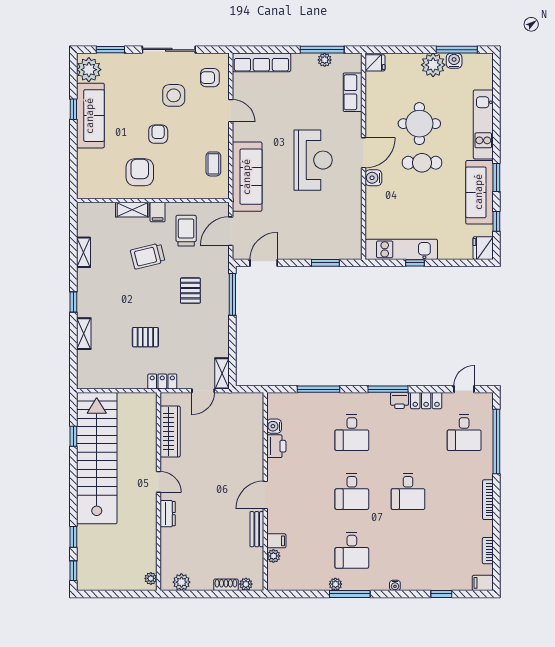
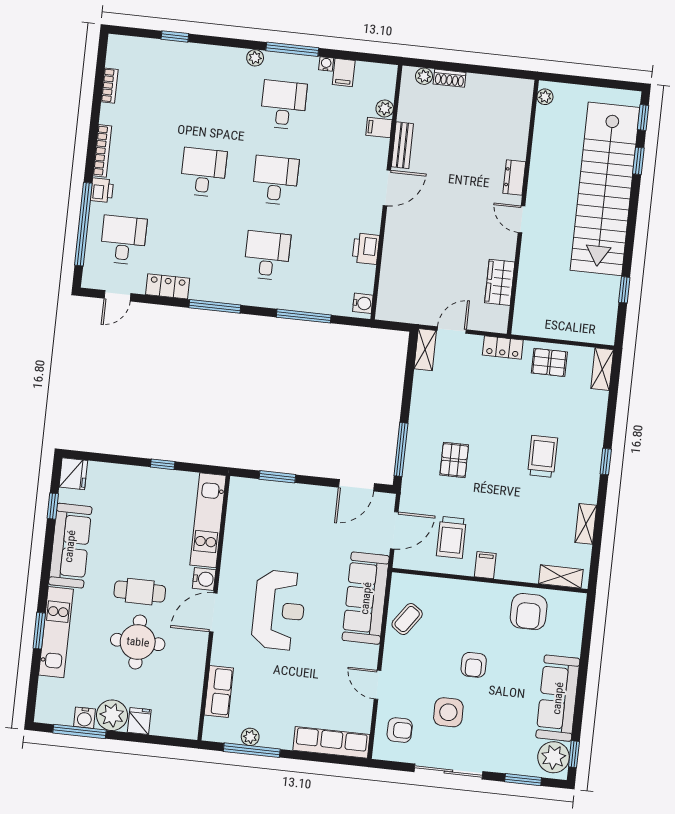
fridge: (375, 63) -> (139, 721), moved, turned 90
window: (73, 109) -> (574, 754), moved
reception desk: (313, 160) -> (279, 610), turned 180
coffee table: (213, 164) -> (407, 619), turned 35
armchair: (140, 172) -> (529, 612), moved
window: (496, 177) -> (39, 631), moved
shelving: (132, 210) -> (561, 577), moved
kitchen unit: (401, 249) -> (208, 520), moved, turned 90
trolley: (148, 256) -> (543, 456), moved, turned -76
shelving: (84, 334) -> (602, 369), moved
pallet: (145, 337) -> (549, 362), moved
printer: (400, 400) -> (102, 190), moved, turned 90
water cooler: (274, 426) -> (363, 303), moved
wardrobe: (170, 432) -> (500, 282), width x0.67
stairs: (97, 458) -> (605, 189), moved
plant: (181, 582) -> (506, 88), removed
filing cabinet: (483, 583) -> (344, 72), moved, turned 90
plant: (335, 584) -> (255, 58), moved
water cooler: (395, 585) -> (326, 64), moved

